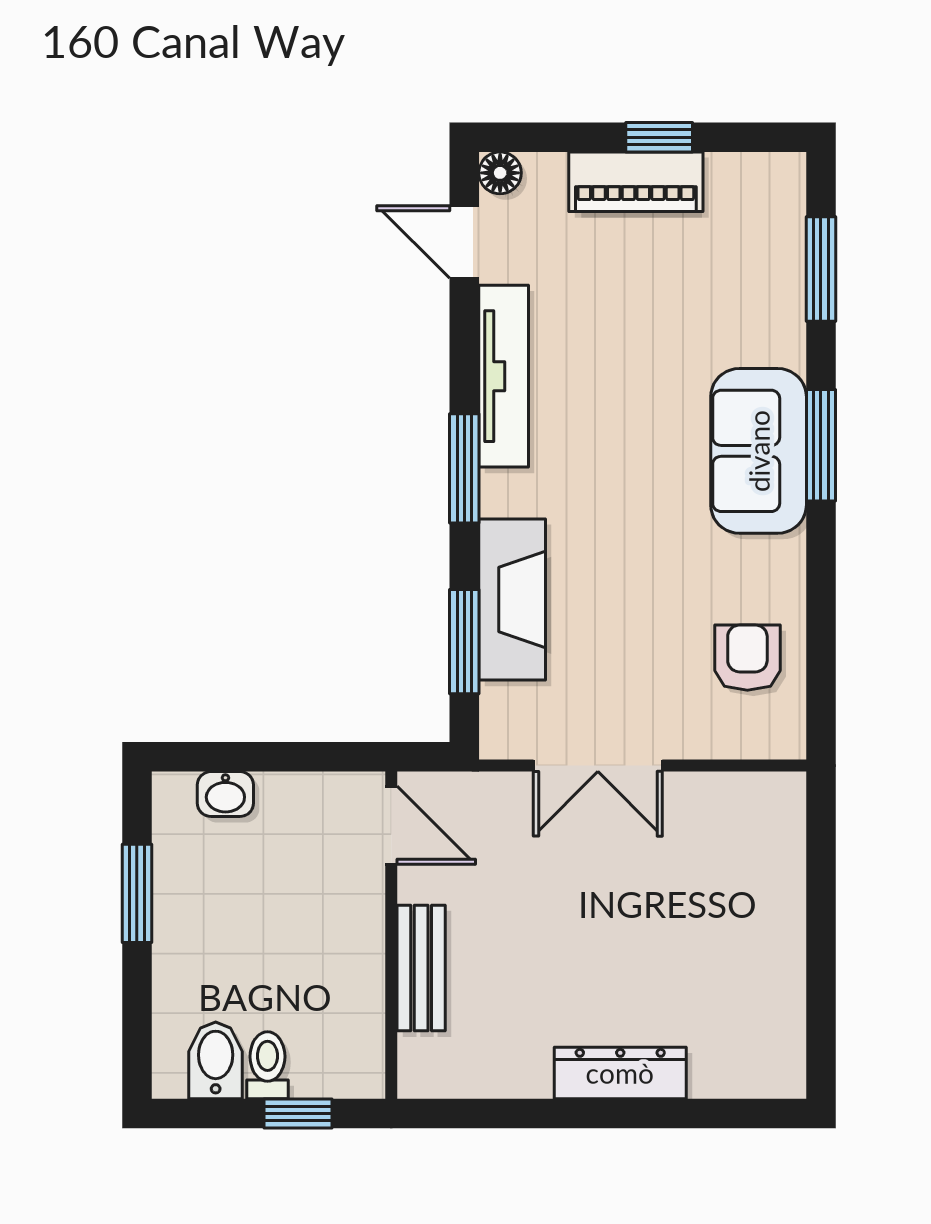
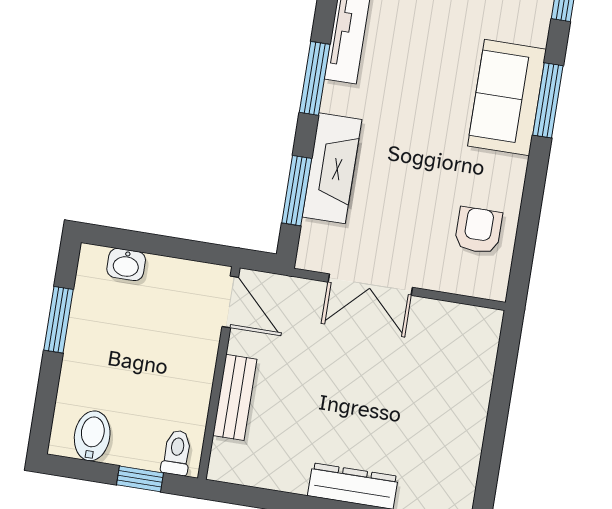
toilet: (267, 1065) -> (177, 453), moved

